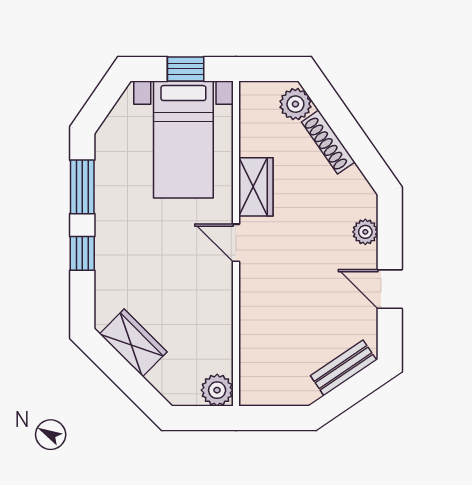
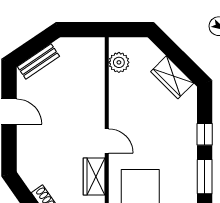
plant: (365, 232) -> (25, 148), removed
plant: (217, 390) -> (119, 62), moved

